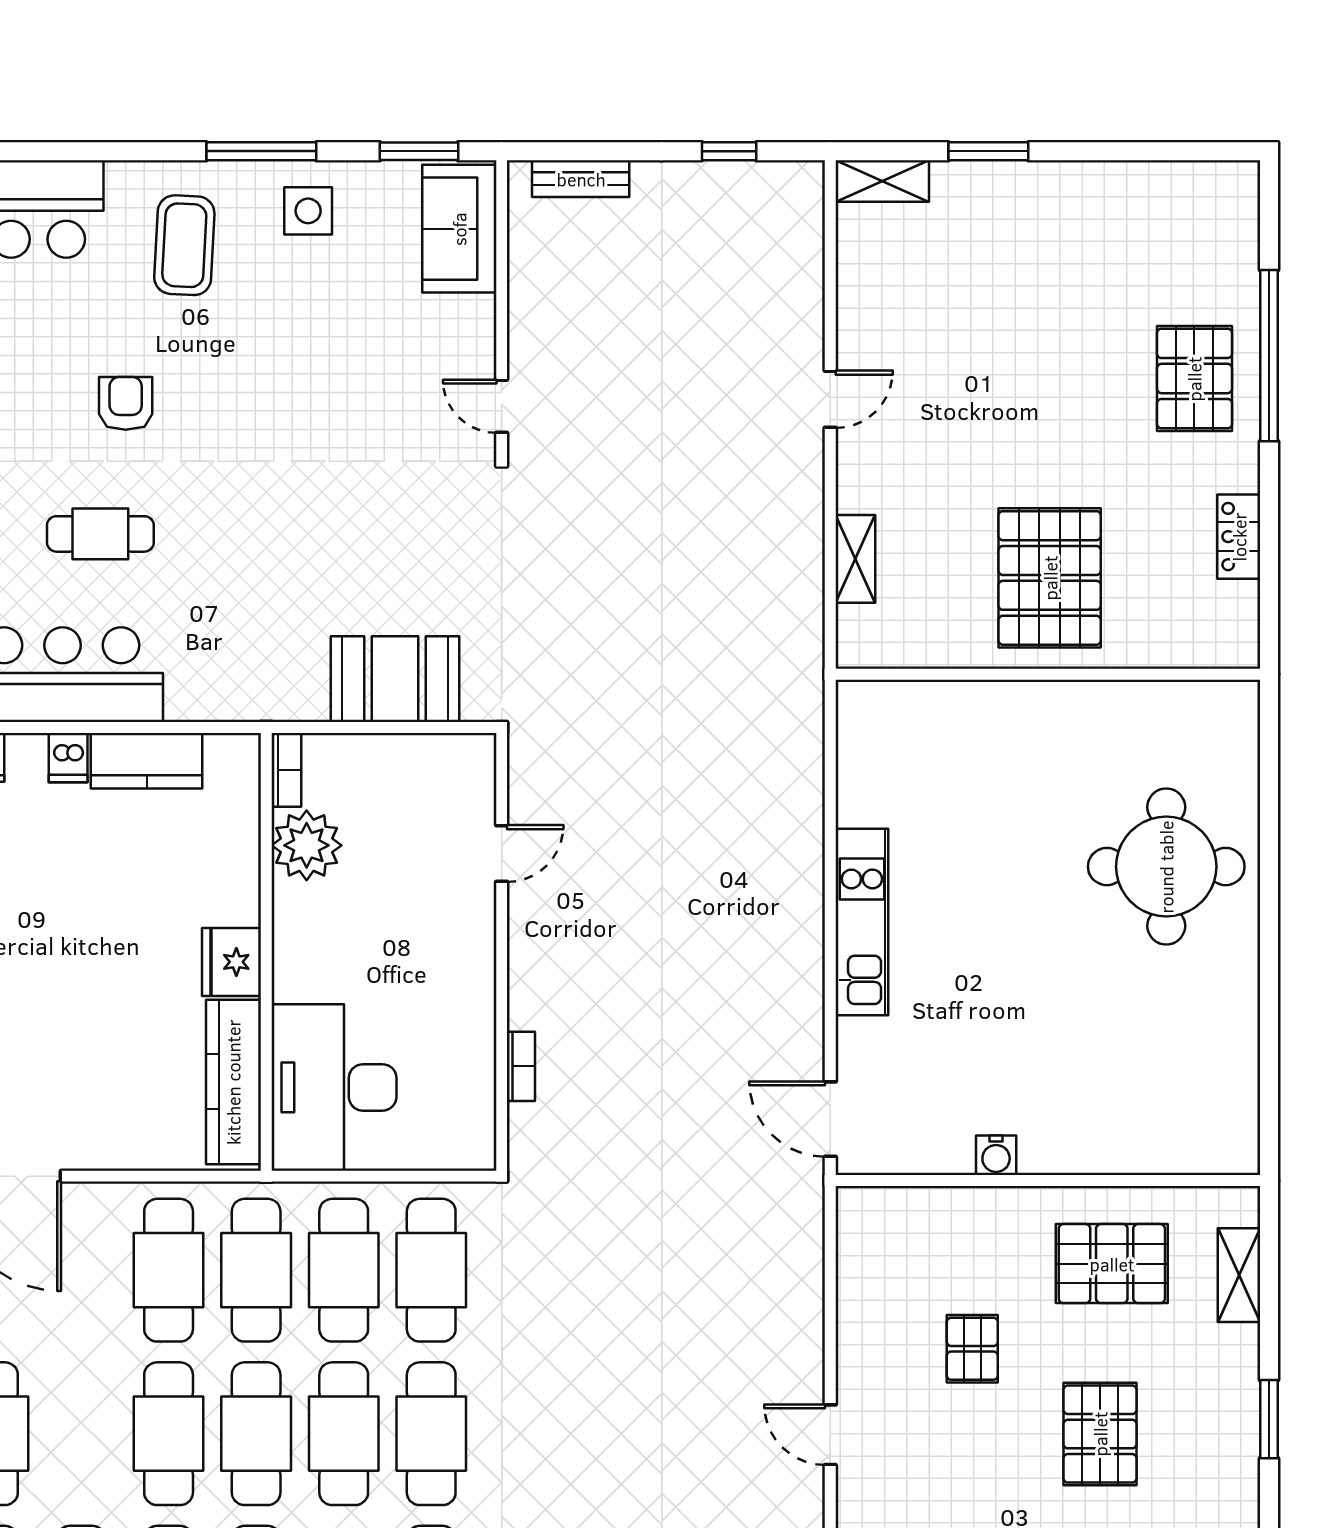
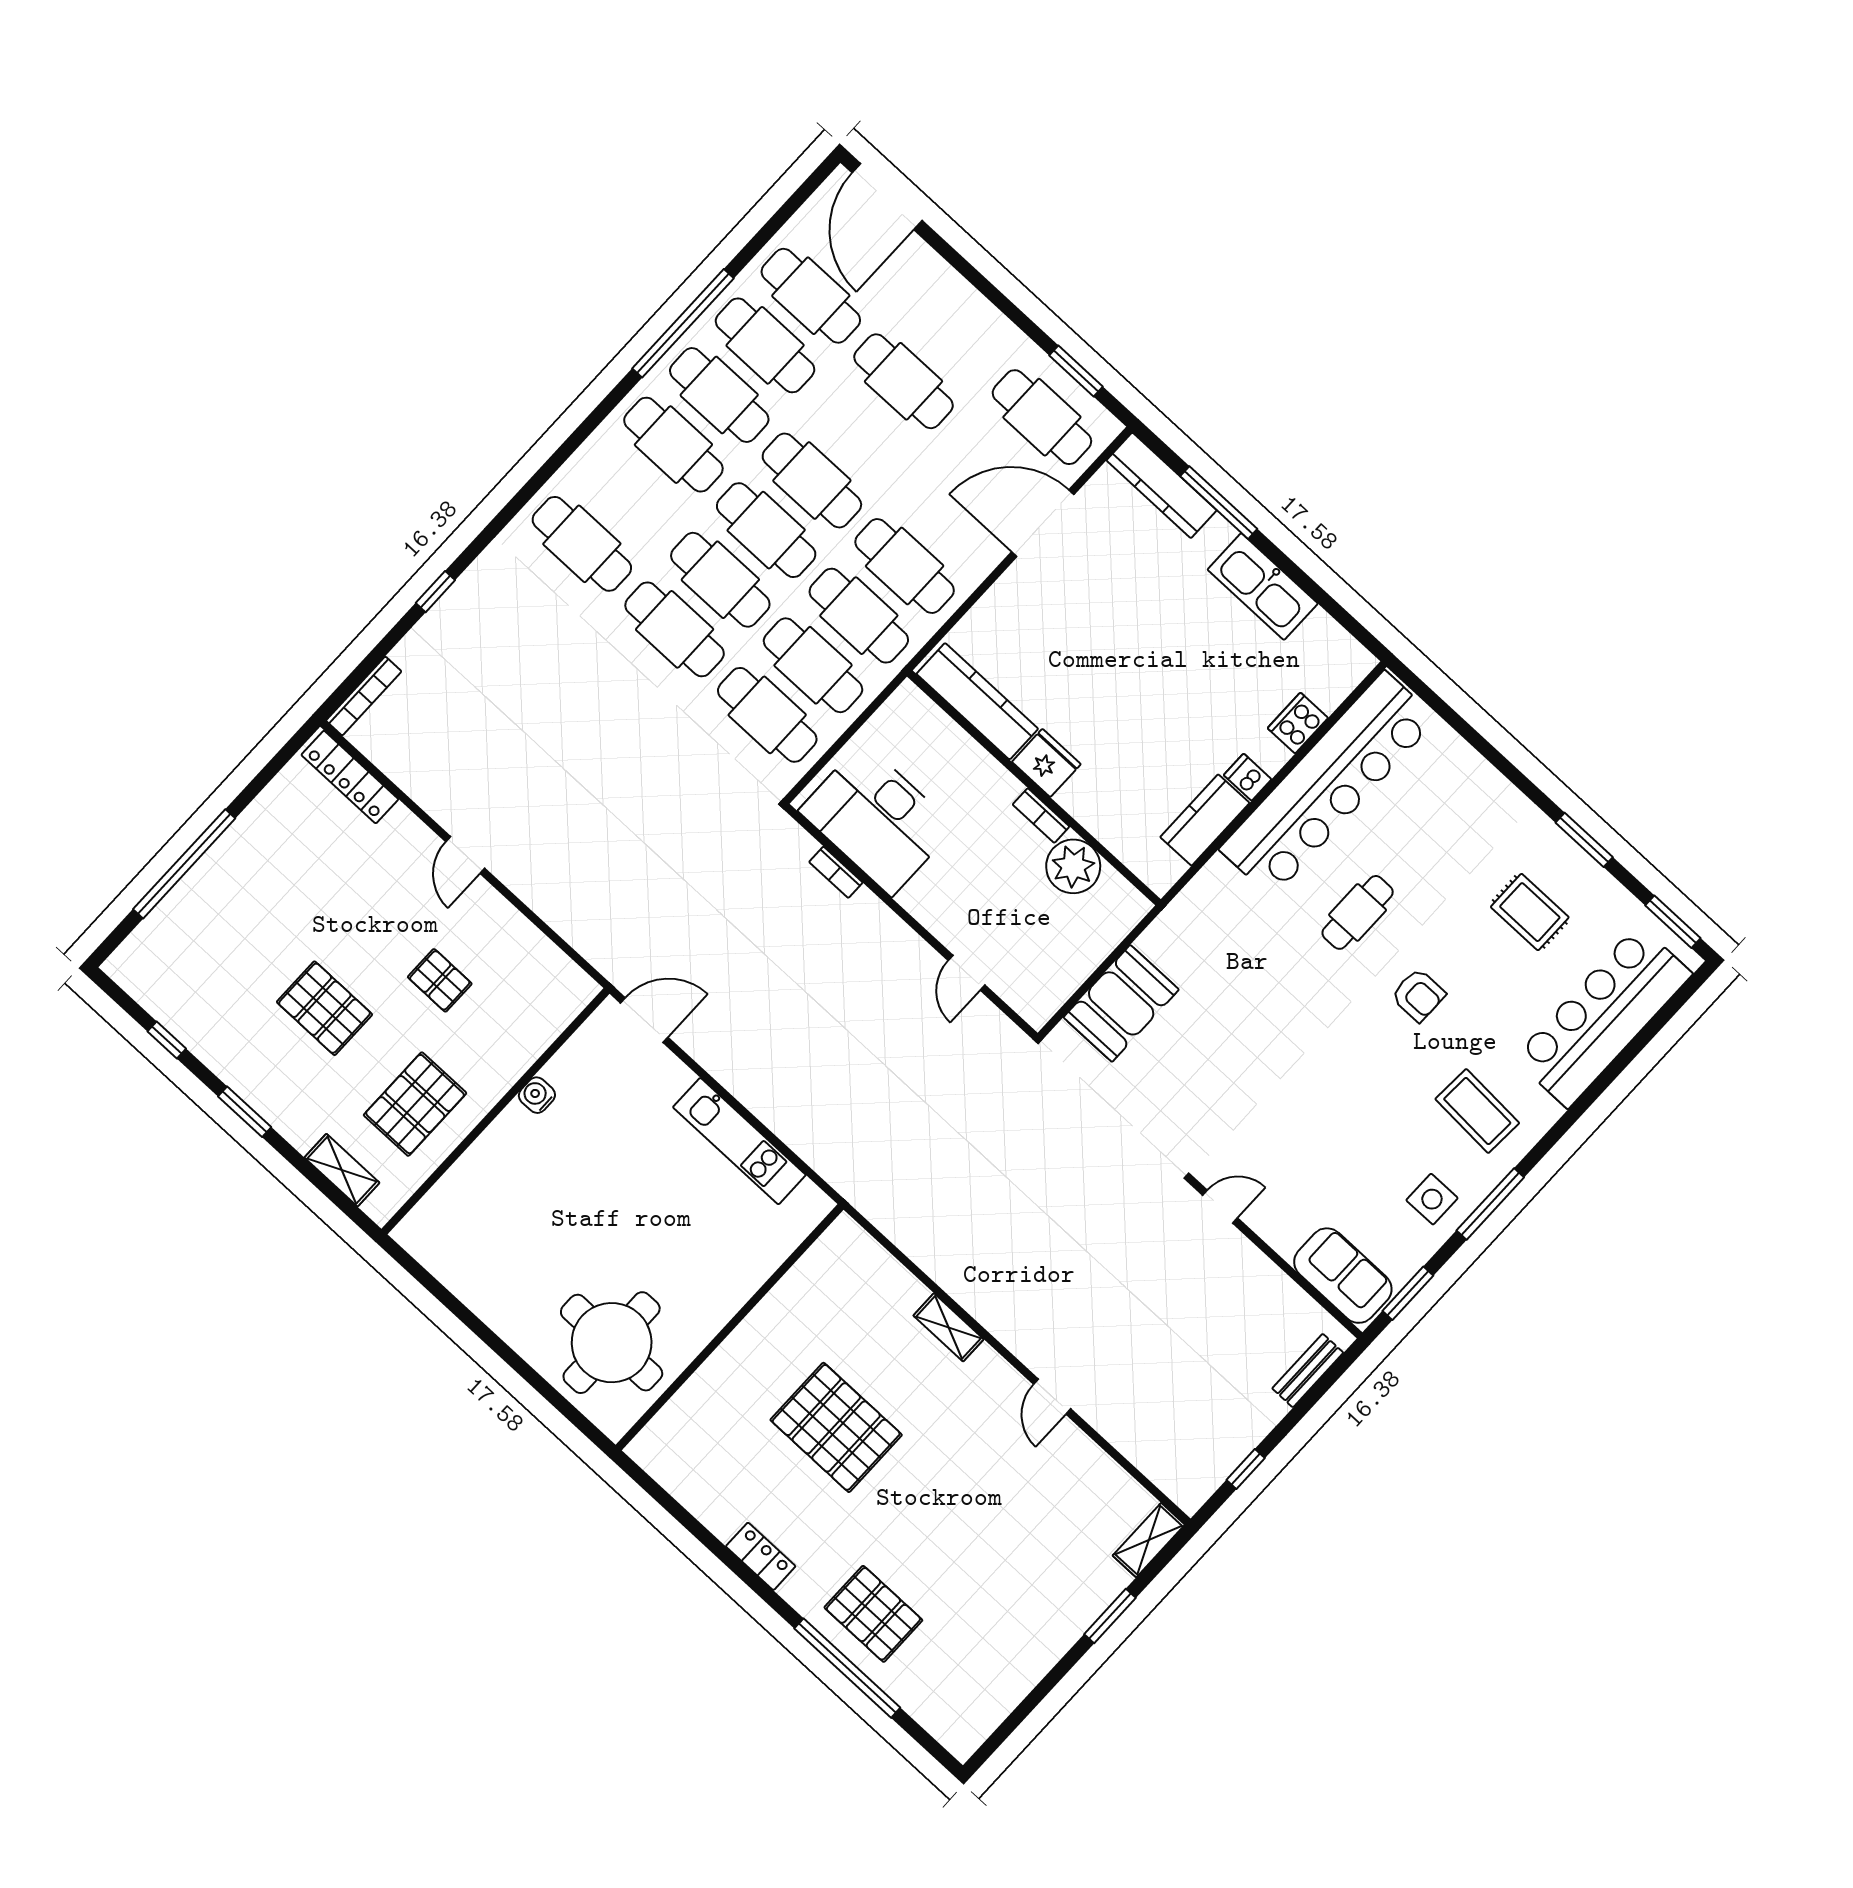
wall: (1048, 674) -> (730, 1327), moved
bookcase: (286, 770) -> (1041, 816), moved
desk: (334, 1087) -> (877, 819), moved, turned 180
door: (830, 1435) -> (465, 855), swing flipped

